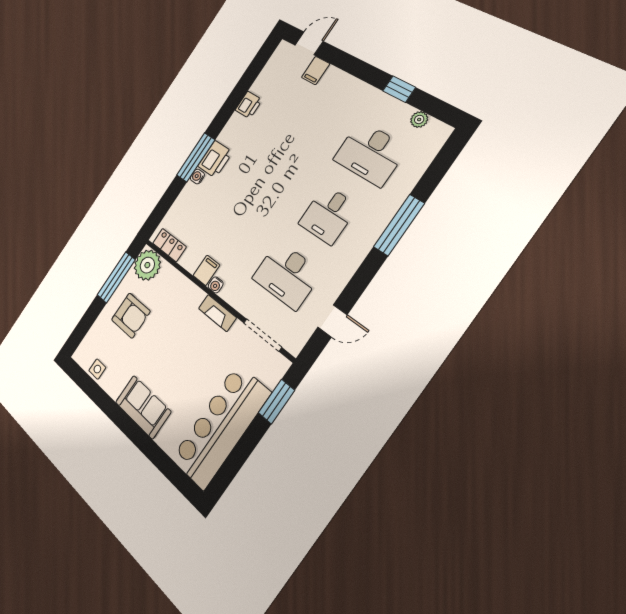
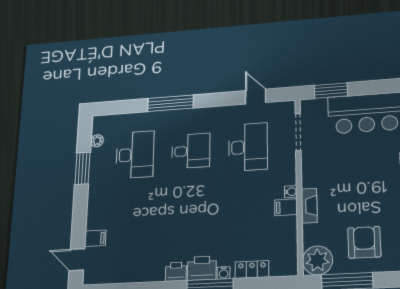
window: (399, 89) -> (83, 168), width x1.50
printer: (249, 105) -> (176, 272), moved
locker: (169, 245) -> (252, 270), moved, turned 90
fireplace: (217, 313) -> (309, 206), moved

